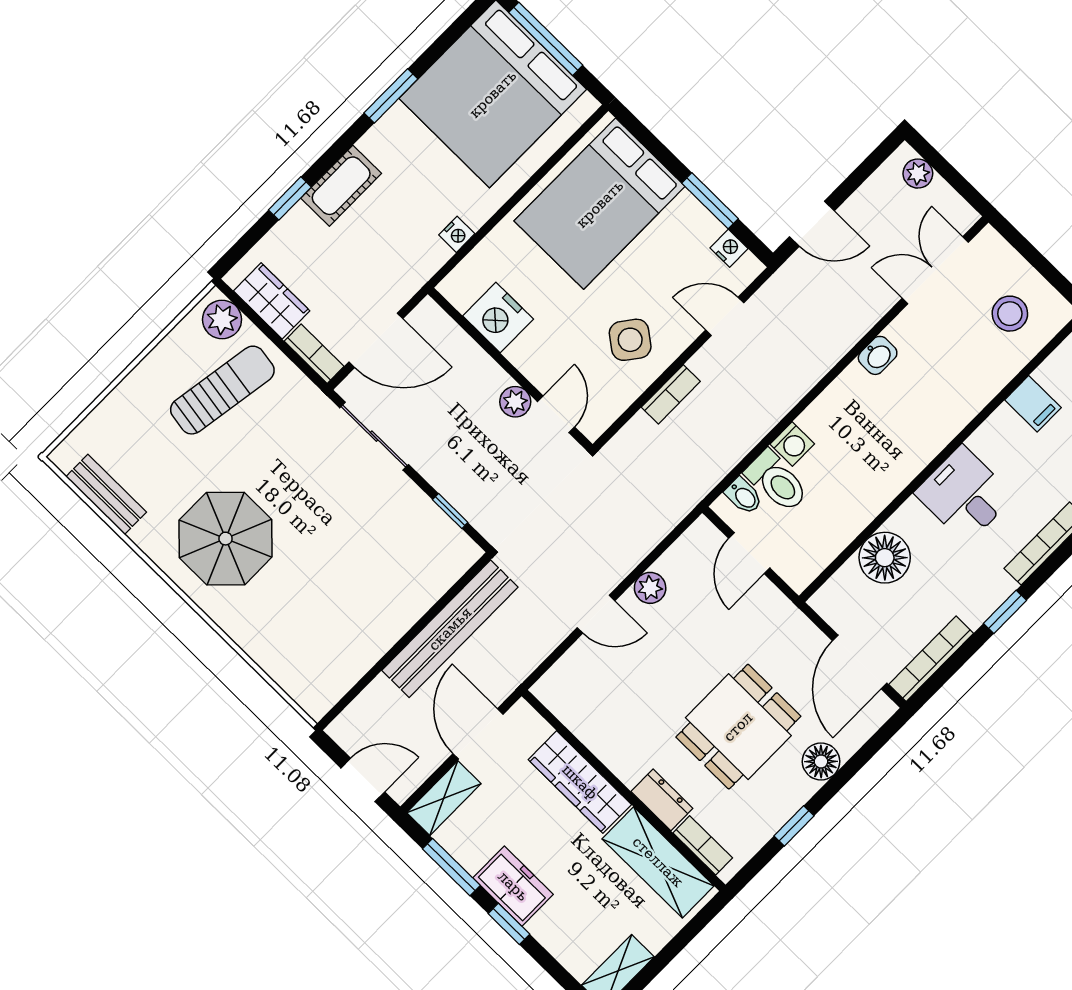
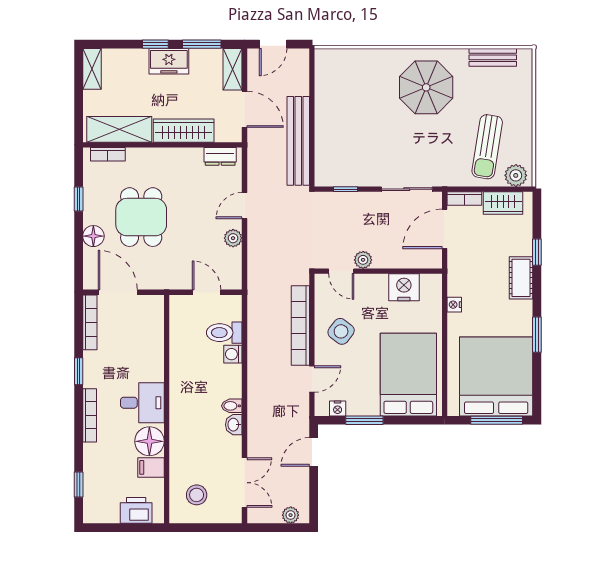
bookcase: (671, 394) -> (300, 326), width x2.31, depth x1.31
bidet: (744, 496) -> (232, 406), moved
floor lamp: (885, 558) -> (149, 441), moved
dresser: (662, 800) -> (220, 156), moved

